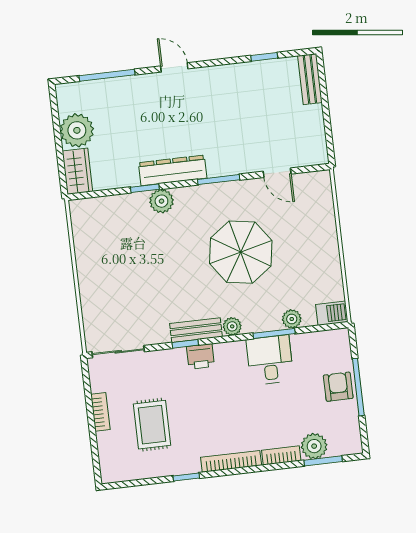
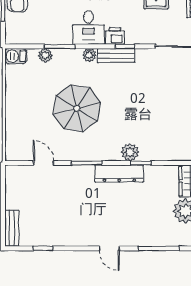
desk: (270, 360) -> (89, 27), moved

